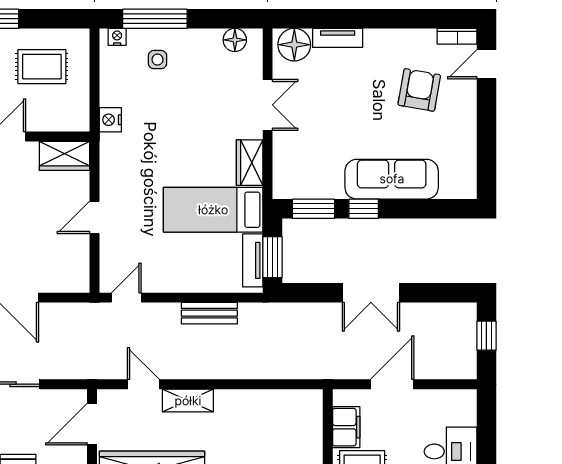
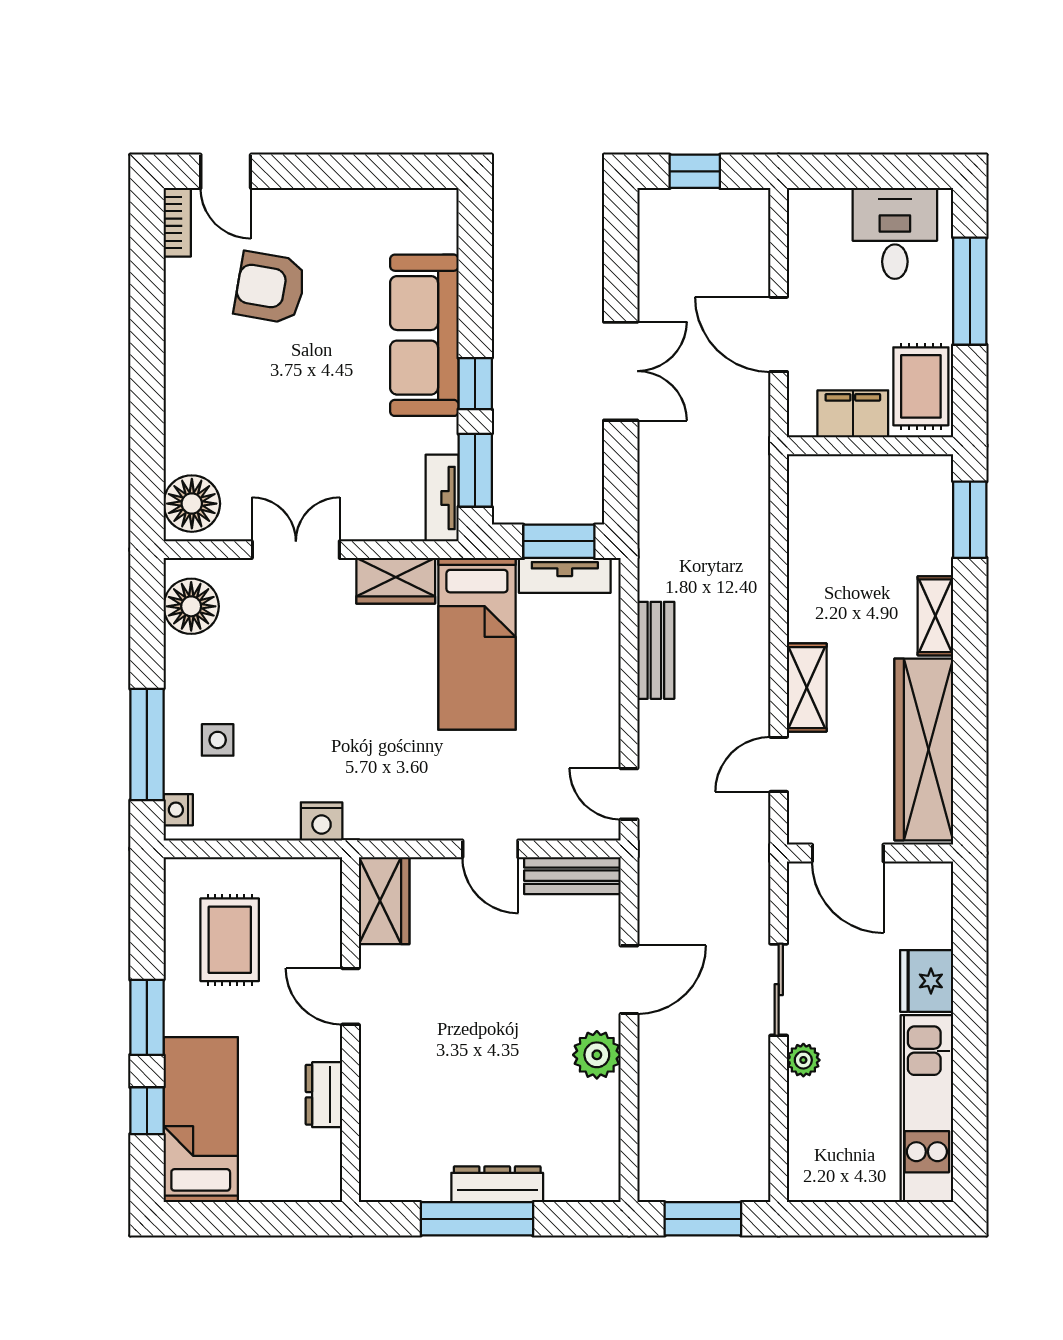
tv unit: (338, 38) -> (442, 498), moved, turned 180
floor lamp: (235, 40) -> (191, 606), width x1.38, depth x1.38
bench: (79, 265) -> (572, 876), added

